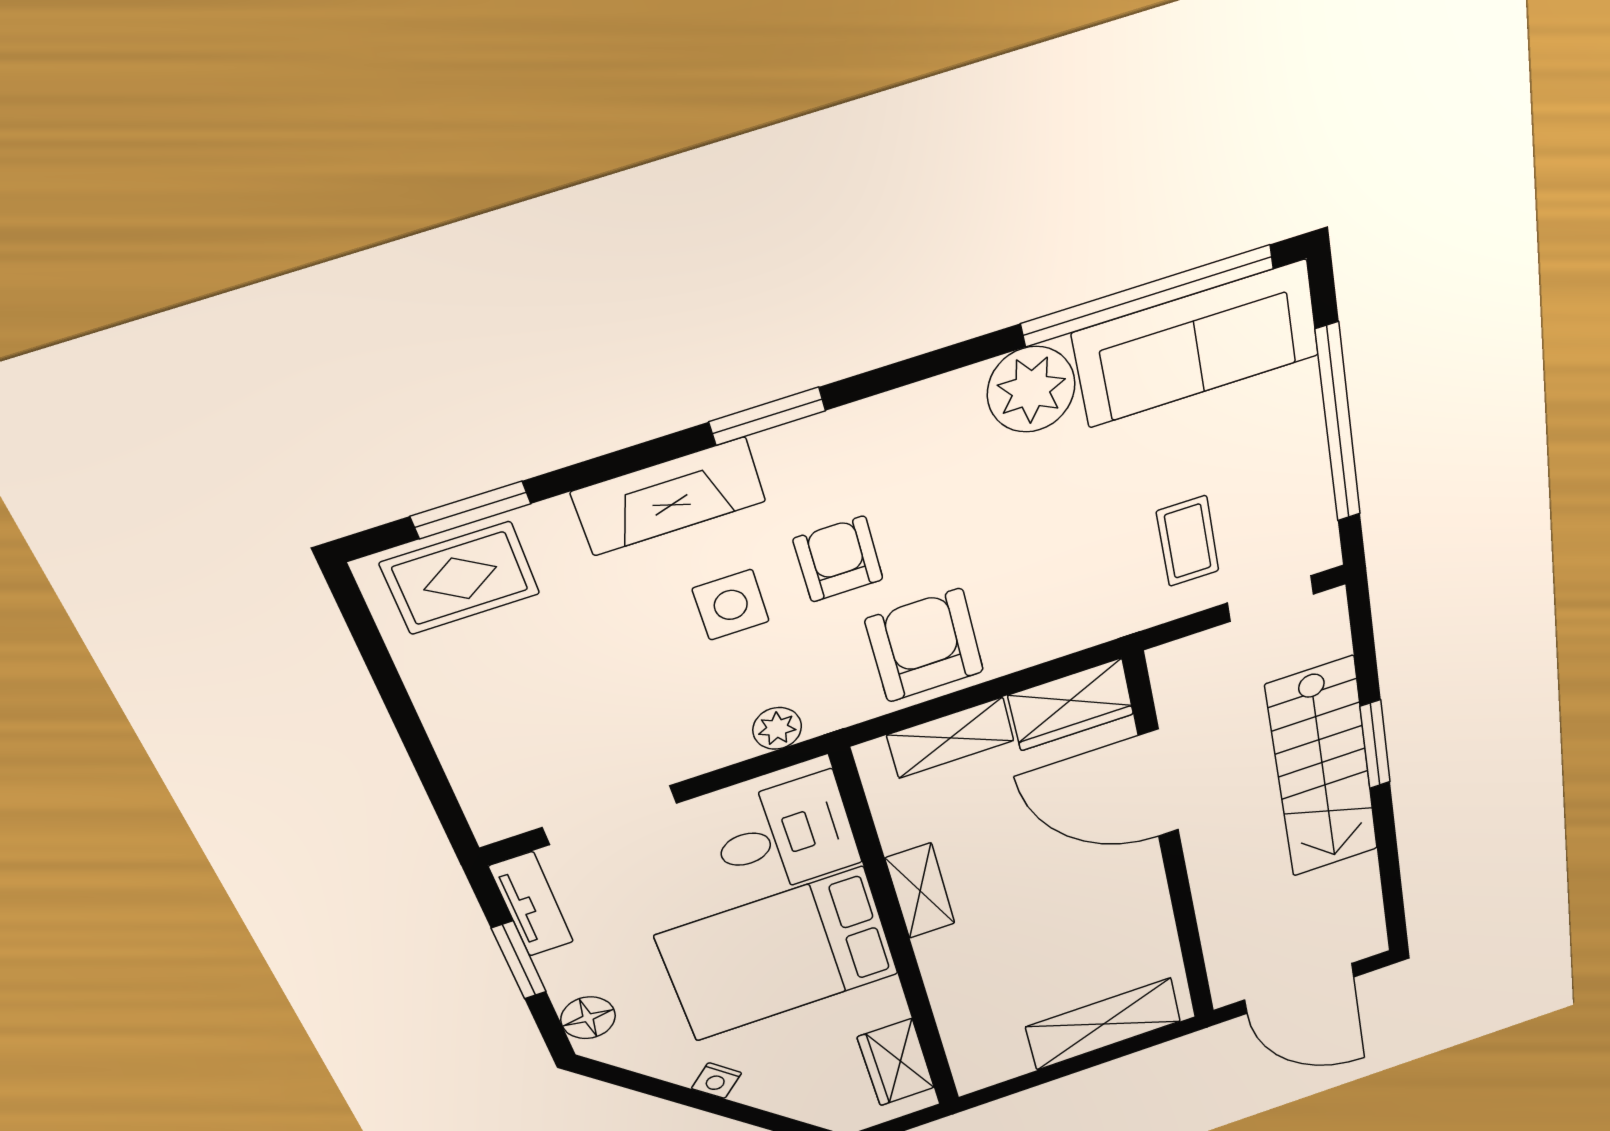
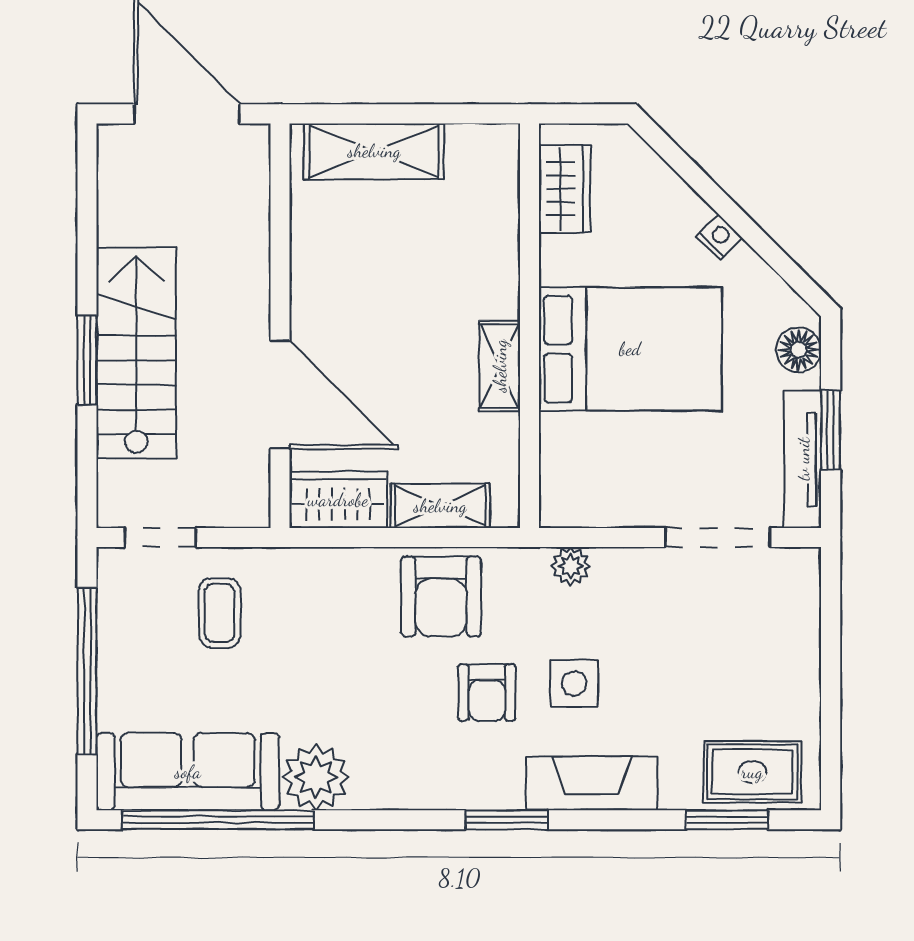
desk: (785, 836) -> (593, 465), removed
tv unit: (531, 904) -> (803, 459), width x1.41

